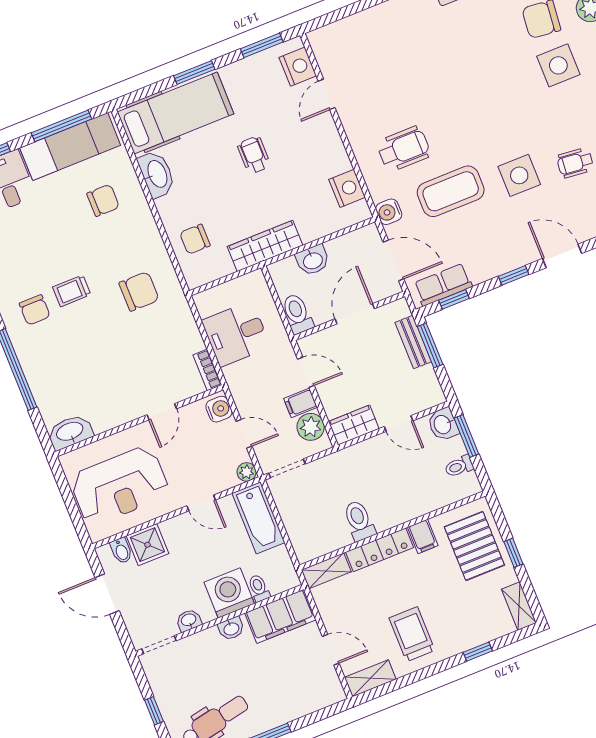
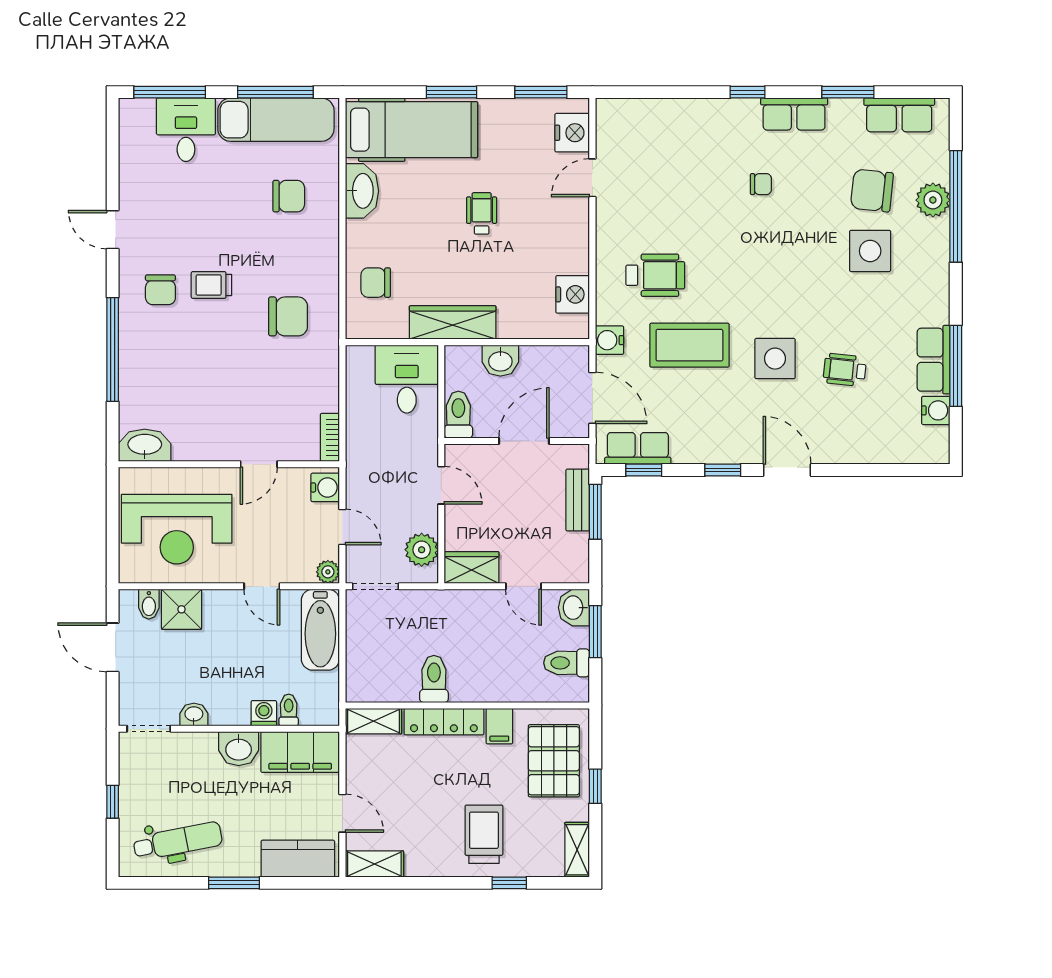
chair: (456, 48) -> (761, 184), added
desk: (236, 334) -> (407, 379), moved, turned 90
filing cabinet: (300, 403) -> (421, 518), removed
toilet: (459, 466) -> (567, 663), width x1.37, depth x1.39
washing machine: (229, 593) -> (264, 713), width x0.53, depth x0.53
washbasin: (231, 628) -> (239, 749), width x1.38, depth x1.45
trolley: (412, 634) -> (484, 834), moved
kitchen counter: (311, 697) -> (298, 859), added

